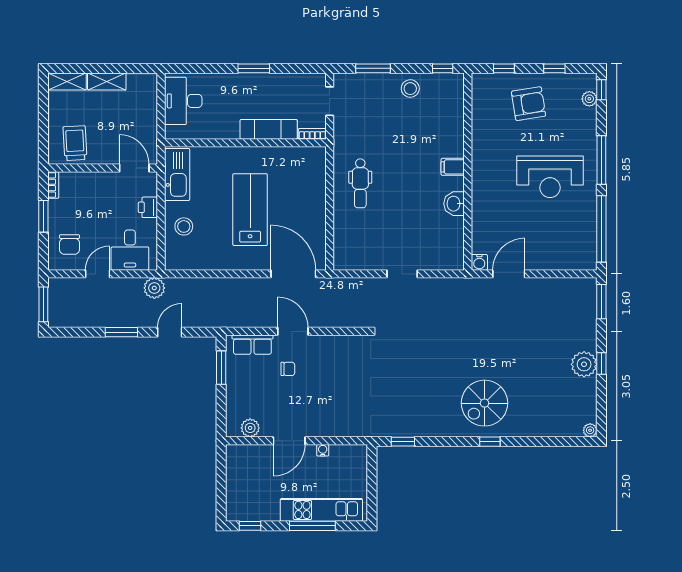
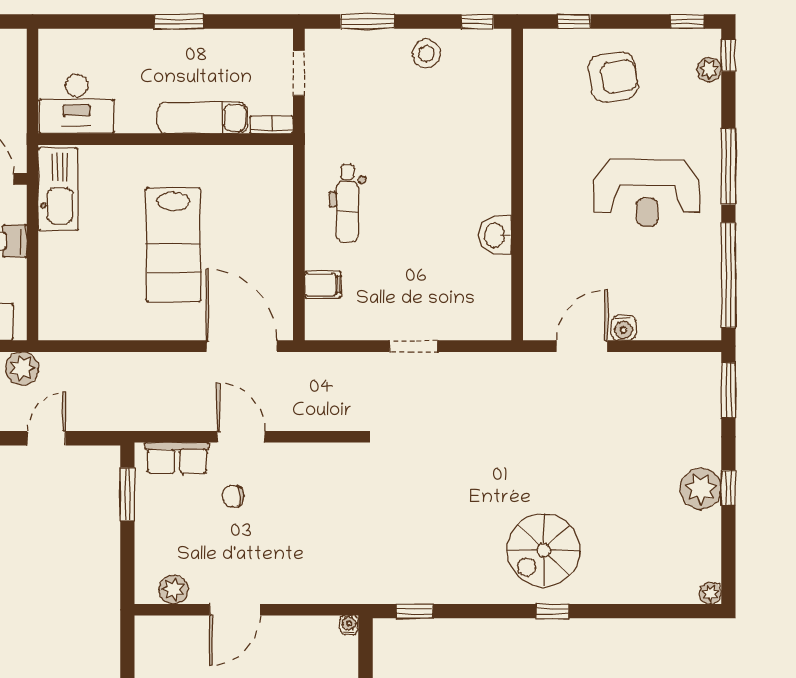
window: (554, 68) -> (687, 22), moved
desk: (183, 101) -> (77, 104), moved, turned -90
filing cabinet: (453, 167) -> (323, 285), moved, turned 180
lab bench: (250, 210) -> (173, 245), turned 180
stool: (184, 226) -> (69, 271), removed
water cooler: (479, 262) -> (623, 328), moved
chair: (288, 369) -> (233, 496), turned 180
water cooler: (323, 450) -> (349, 625), moved

